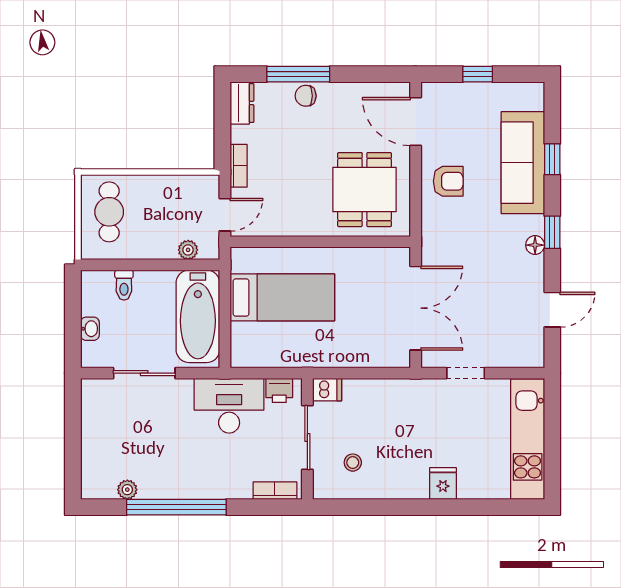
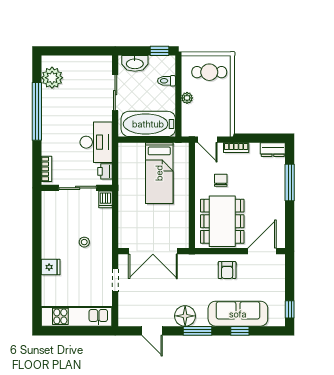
window: (478, 74) -> (290, 309), moved
chair: (306, 96) -> (221, 180), moved
dining table: (365, 190) -> (222, 221), width x1.37
window: (552, 232) -> (197, 331), width x1.50
floor lamp: (535, 245) -> (185, 316), width x1.89, depth x1.89
plant: (188, 250) -> (187, 98), moved
window: (73, 297) -> (159, 51), added
washbasin: (90, 329) -> (135, 63), width x1.91, depth x1.45
stool: (353, 463) -> (84, 242), moved
plant: (127, 490) -> (52, 78), width x1.88, depth x1.88

